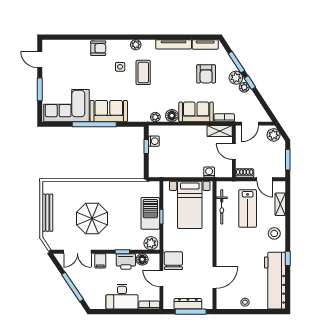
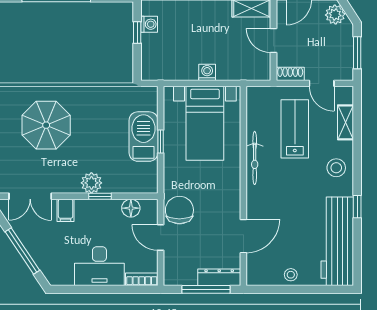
washing machine: (209, 172) -> (207, 72), moved
bicycle: (222, 207) -> (255, 158), moved
lab bench: (248, 208) -> (295, 129), turned 180
parasol: (92, 219) -> (46, 125), moved
plant: (151, 243) -> (91, 183), moved
printer: (126, 261) -> (105, 211), removed
dresser: (188, 304) -> (219, 277), moved

